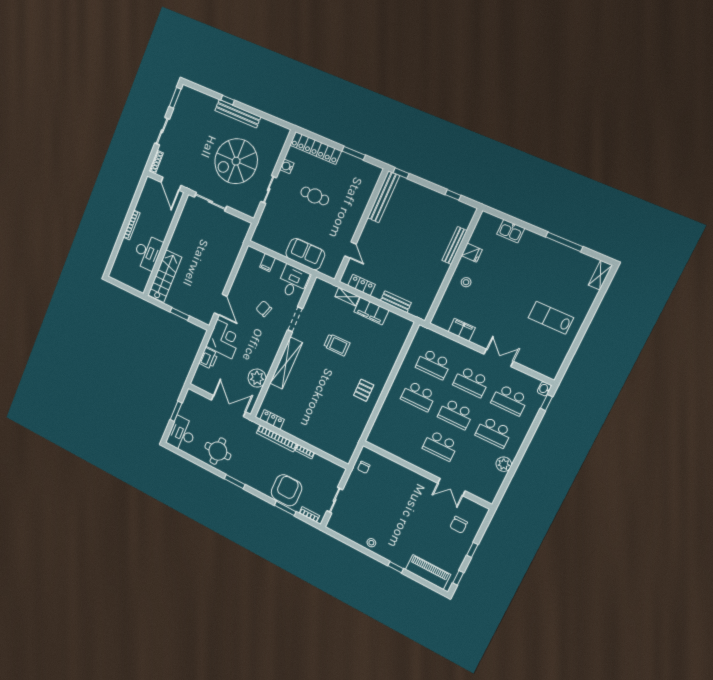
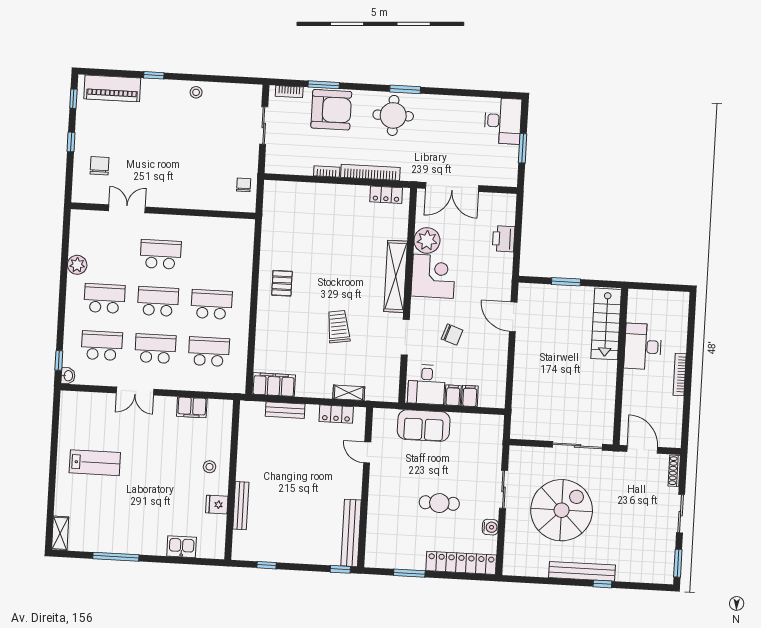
filing cabinet: (278, 267) -> (453, 395), added
filing cabinet: (371, 311) -> (274, 385), moved
corner desk: (224, 339) -> (433, 276), moved, turned 180
trolley: (337, 345) -> (338, 327), turned 81
round table: (218, 451) -> (393, 115), moved
armchair: (286, 490) -> (331, 110), turned -90

